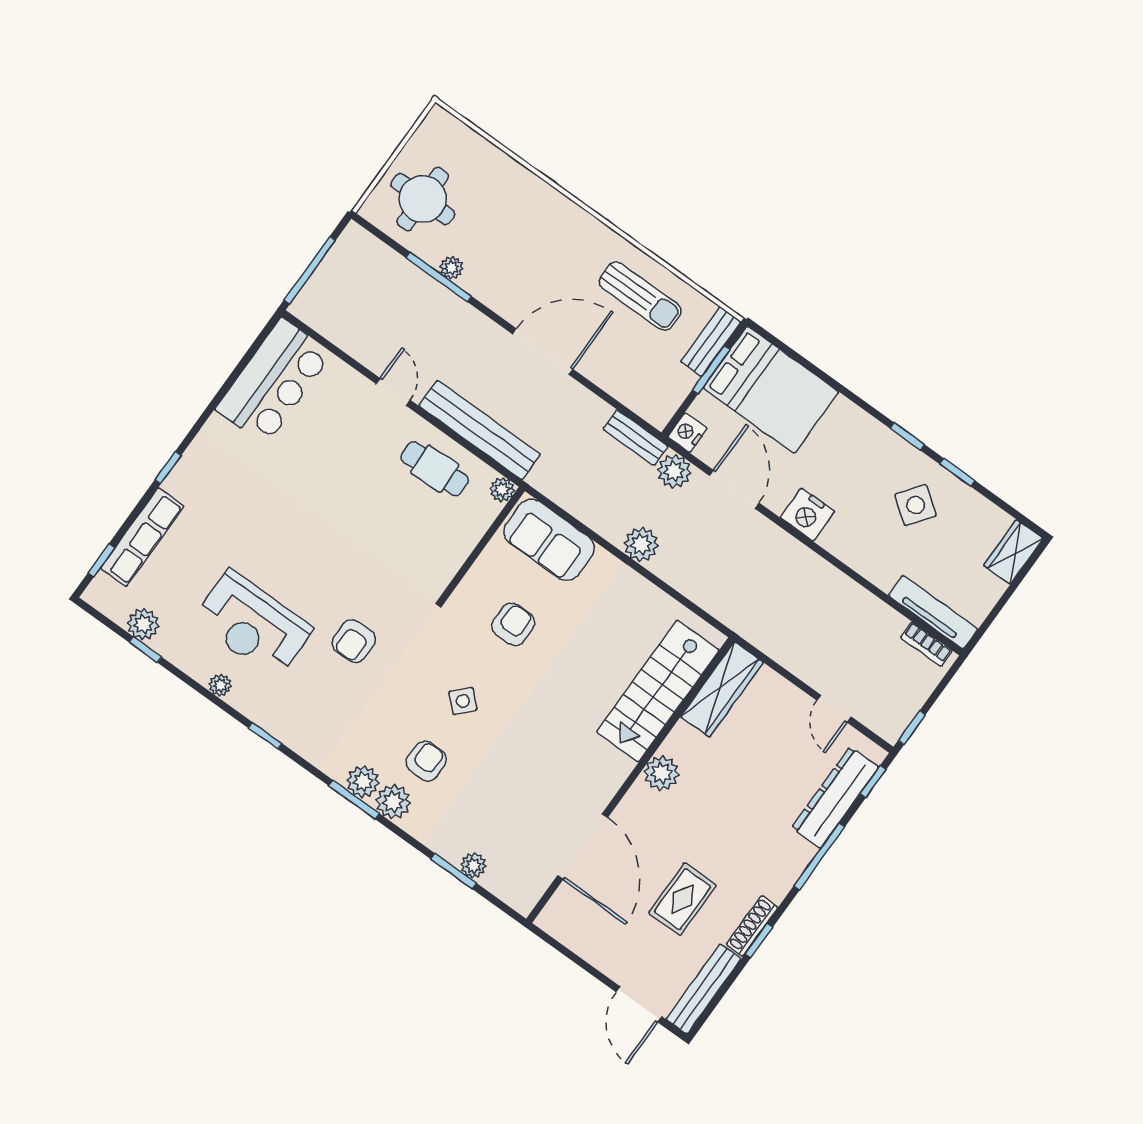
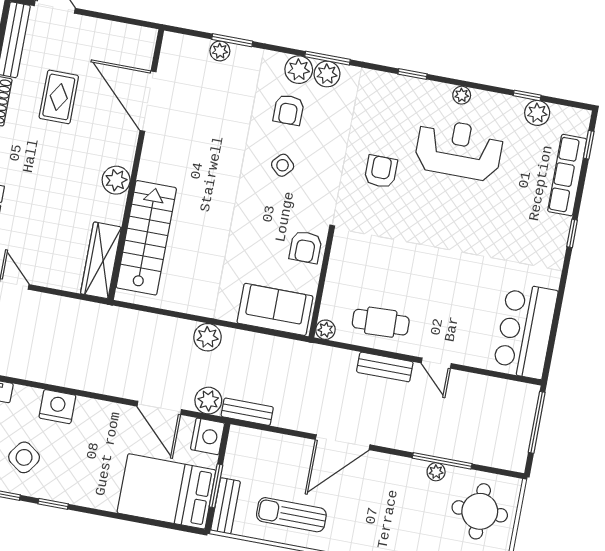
bench: (480, 430) -> (385, 367), width x0.54, depth x0.82
nightstand: (687, 433) -> (208, 436), width x1.36, depth x1.33
nightstand: (807, 515) -> (57, 407), moved
armchair: (513, 624) -> (305, 247), moved

